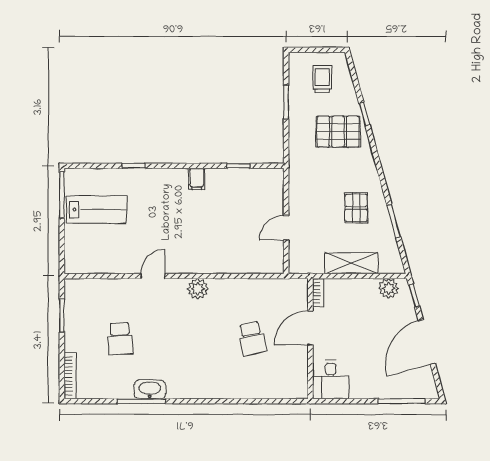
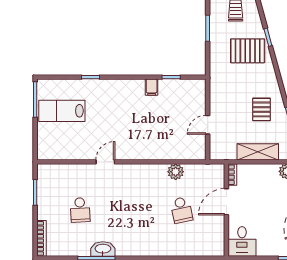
filing cabinet: (197, 179) -> (152, 87), moved
lab bench: (97, 210) -> (62, 111), turned 180
plant: (198, 289) -> (176, 172), moved

